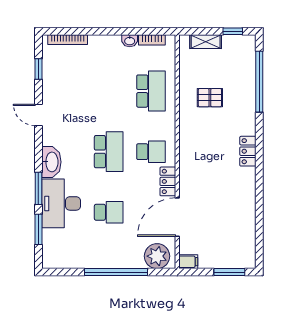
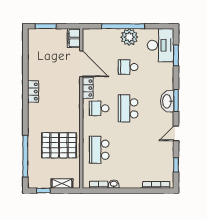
pallet: (210, 98) -> (59, 145), width x2.05, depth x2.00
door: (38, 115) -> (176, 133), swing flipped
locker: (248, 151) -> (33, 91), moved
window: (38, 188) -> (176, 100), moved
desk: (61, 203) -> (161, 45), moved
door: (177, 217) -> (81, 64), hinge flipped
plant: (157, 256) -> (129, 37), moved
filing cabinet: (188, 262) -> (74, 38), width x2.00

